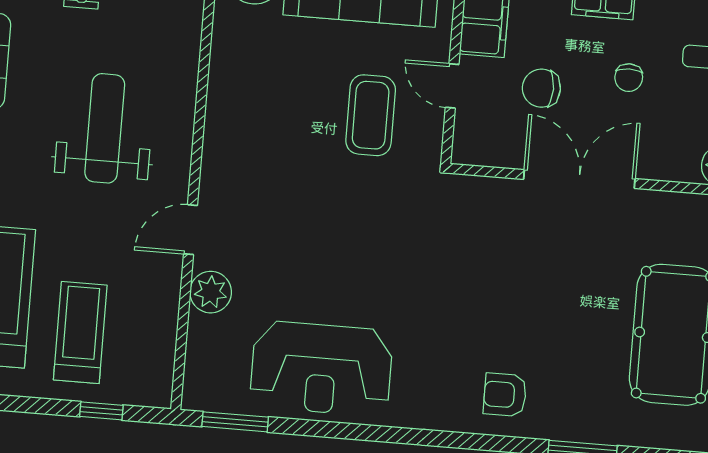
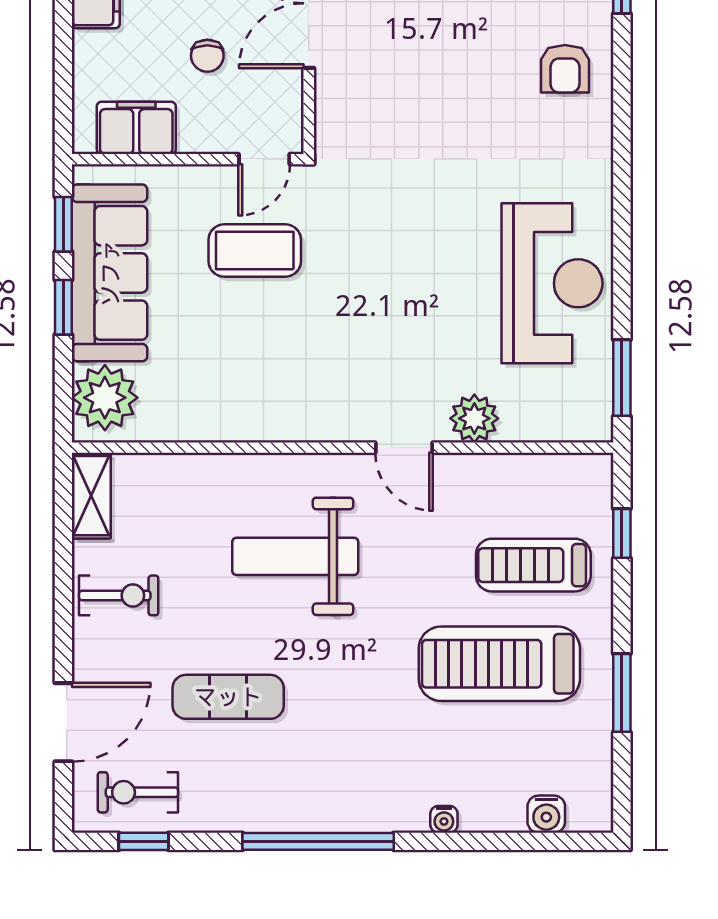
door: (452, 86) -> (264, 159), moved
chair: (541, 88) -> (207, 56), width x0.73, depth x0.73

